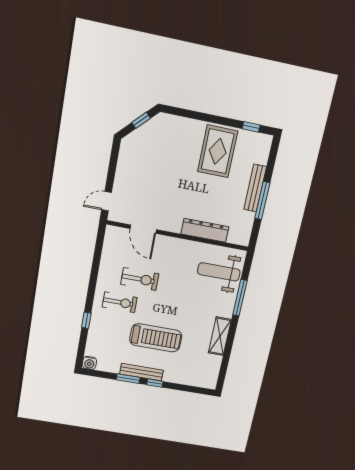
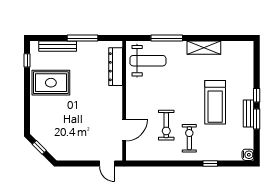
bench: (255, 188) -> (58, 46), moved
dresser: (205, 230) -> (116, 67), moved
weight bench: (219, 272) -> (148, 61), turned -90
exercise bike: (140, 279) -> (166, 125), turned 180
treadmill: (156, 338) -> (215, 102), turned 180
bench: (142, 372) -> (248, 114), width x0.73

